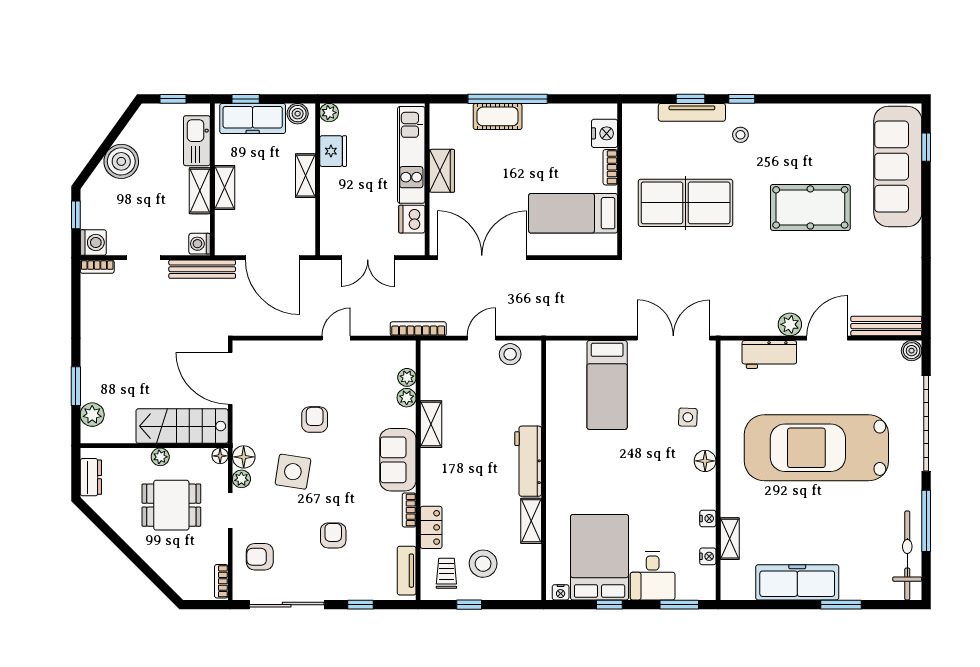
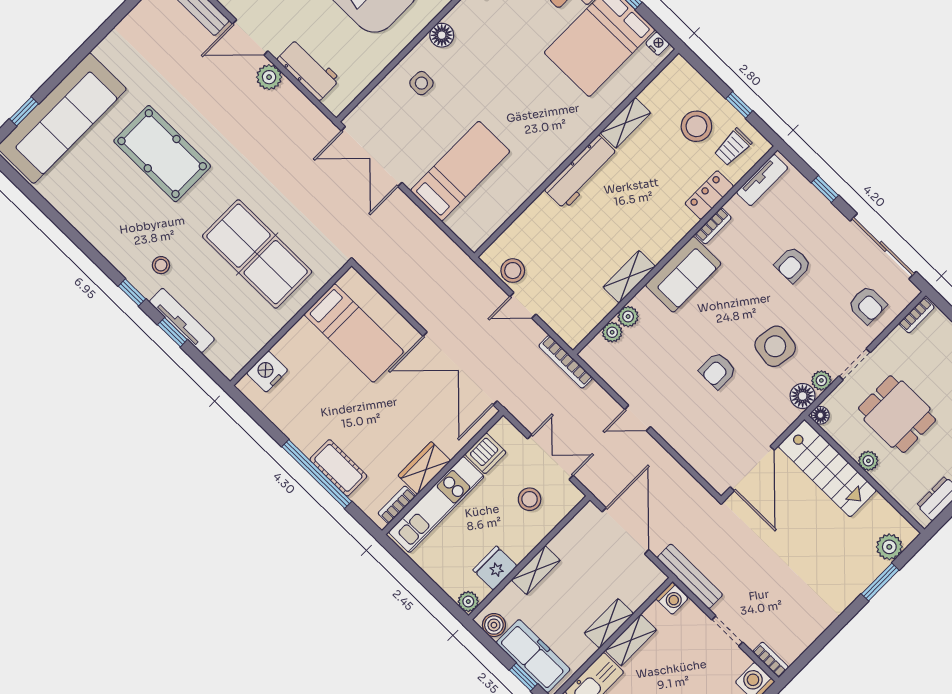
bookcase: (610, 167) -> (397, 505), moved, turned 180
stool: (354, 217) -> (530, 499), added

